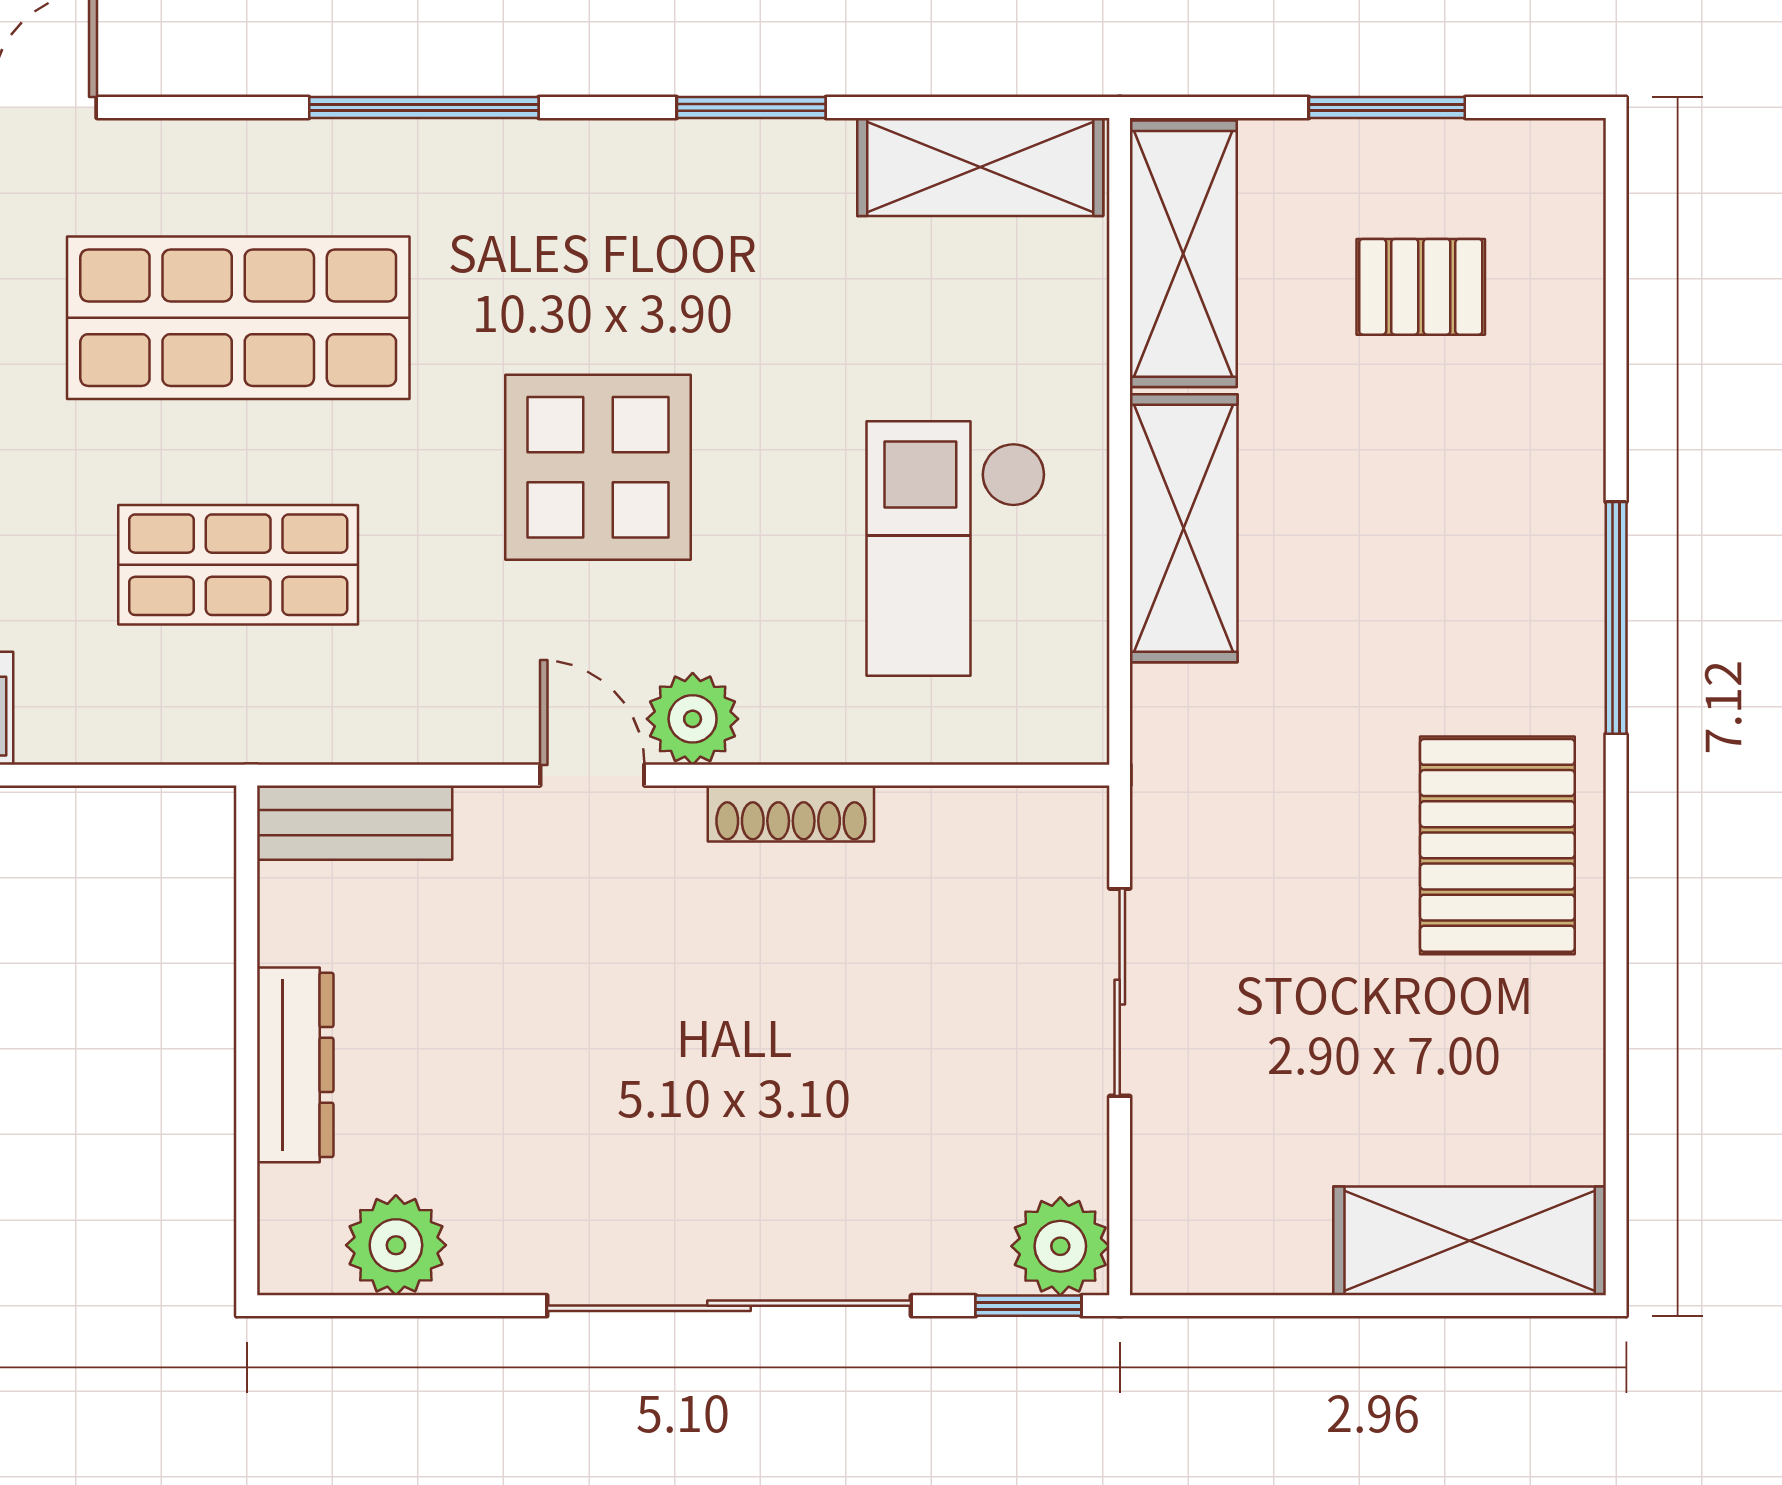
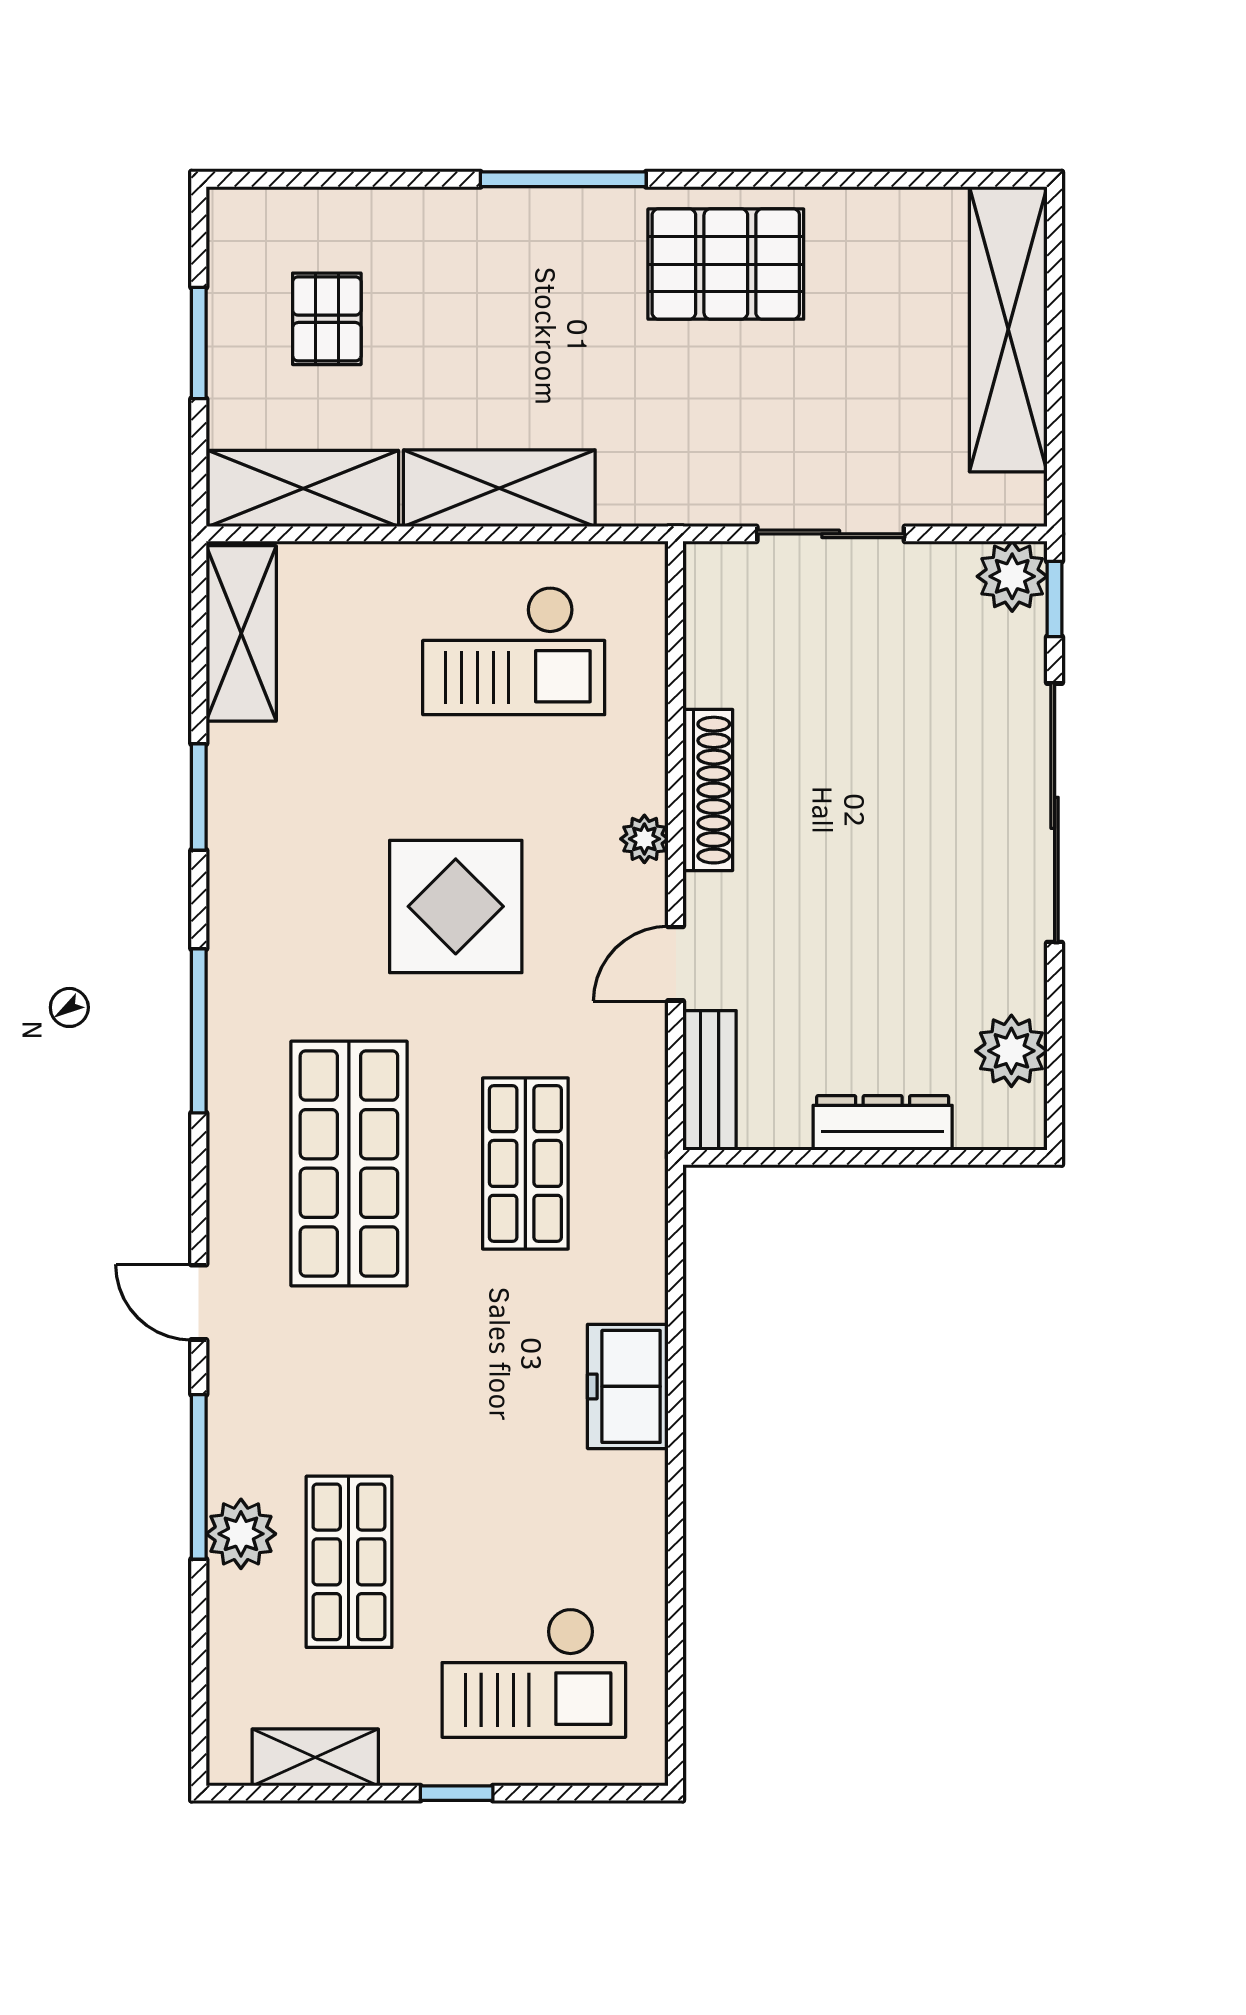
plant: (693, 719) -> (644, 839), width x0.73, depth x0.73
door: (592, 775) -> (676, 964), moved
shoe rack: (791, 814) -> (708, 790), width x1.36, depth x1.24
shelving: (1470, 1241) -> (1008, 329), width x1.47

